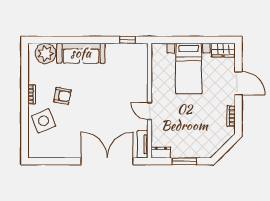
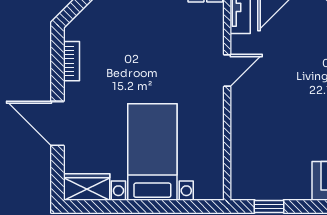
door: (149, 111) -> (227, 71), hinge flipped

